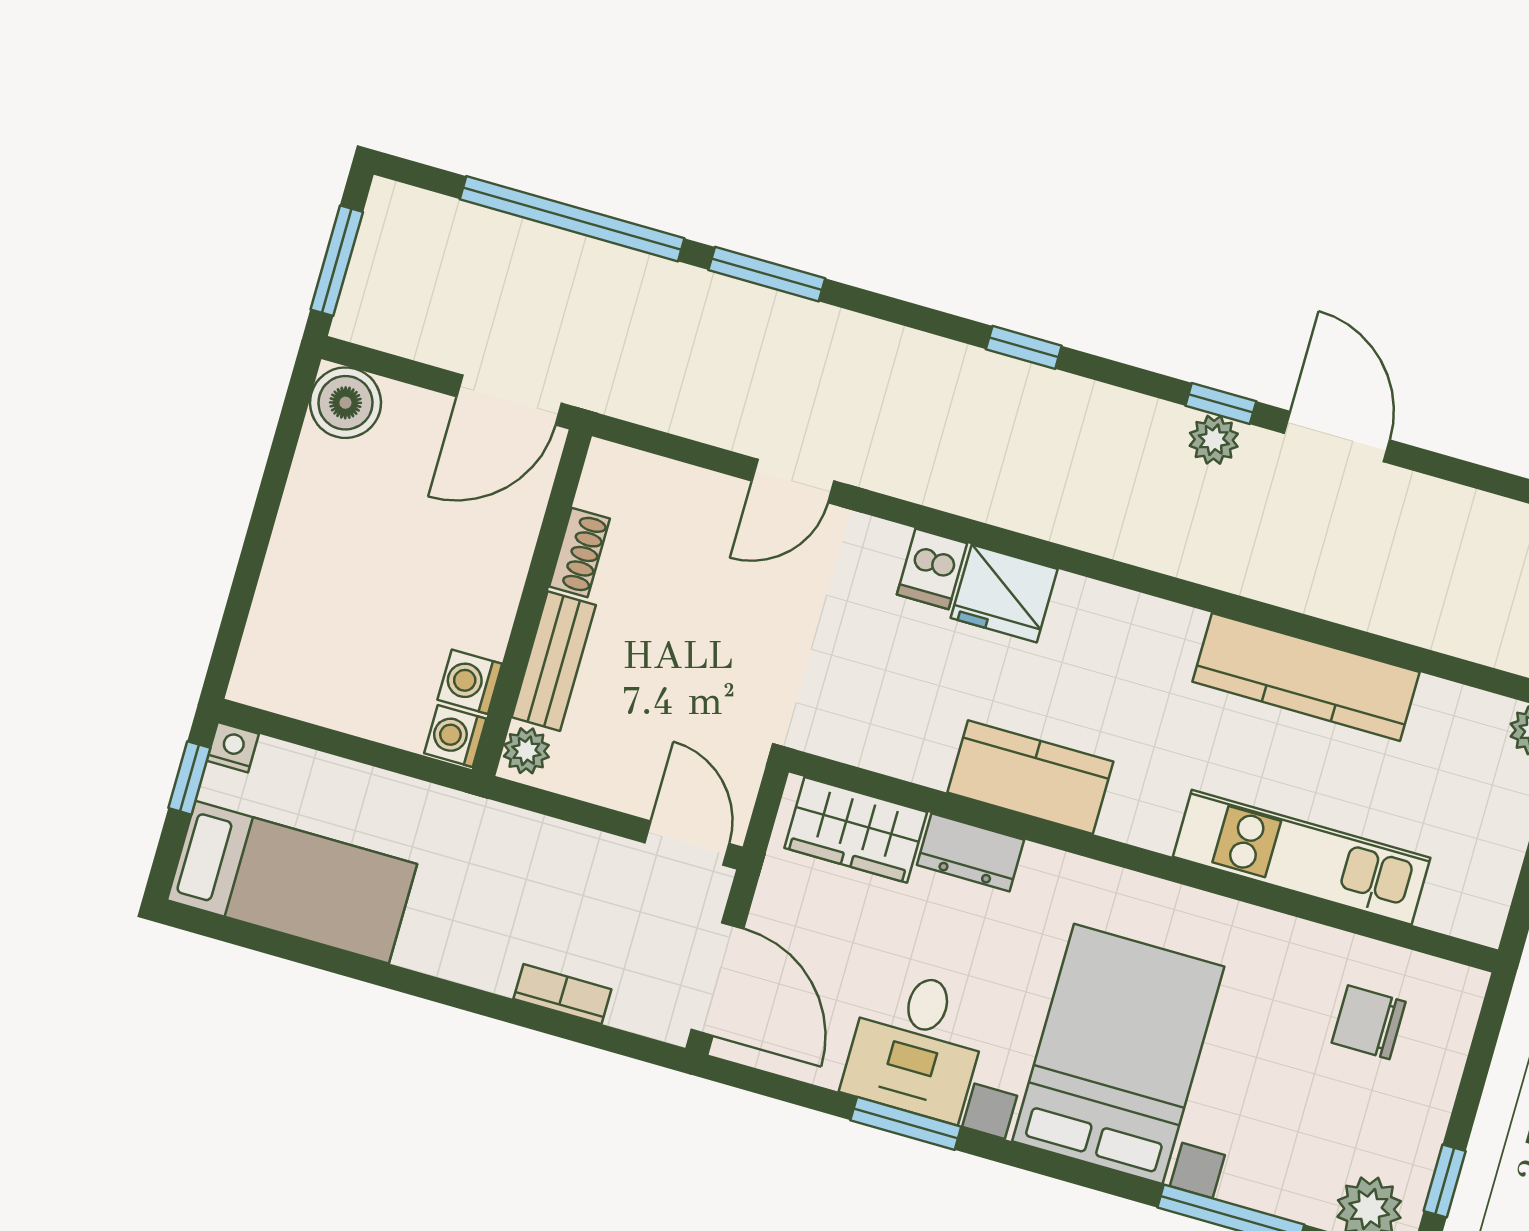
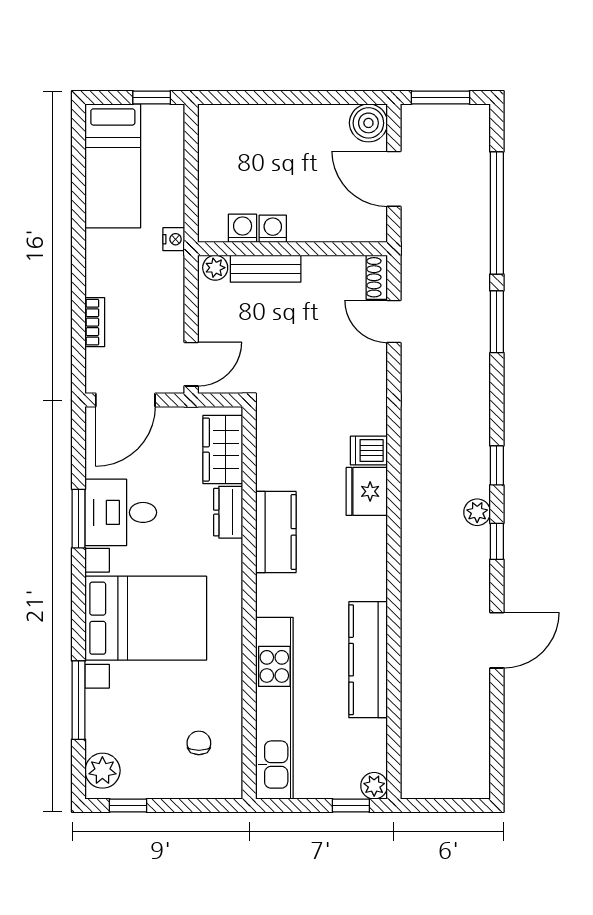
door: (509, 400) -> (394, 179), moved
window: (1221, 404) -> (497, 541), moved
plant: (1214, 440) -> (477, 512), moved
door: (793, 481) -> (394, 321), moved
shoe rack: (579, 553) -> (377, 277), moved, turned 90
washing machine: (455, 736) -> (273, 229), moved
nightstand: (233, 747) -> (174, 239), moved
kitchen unit: (1302, 857) -> (274, 708), width x1.36
chair: (1369, 1022) -> (199, 743), width x0.73, depth x0.73

